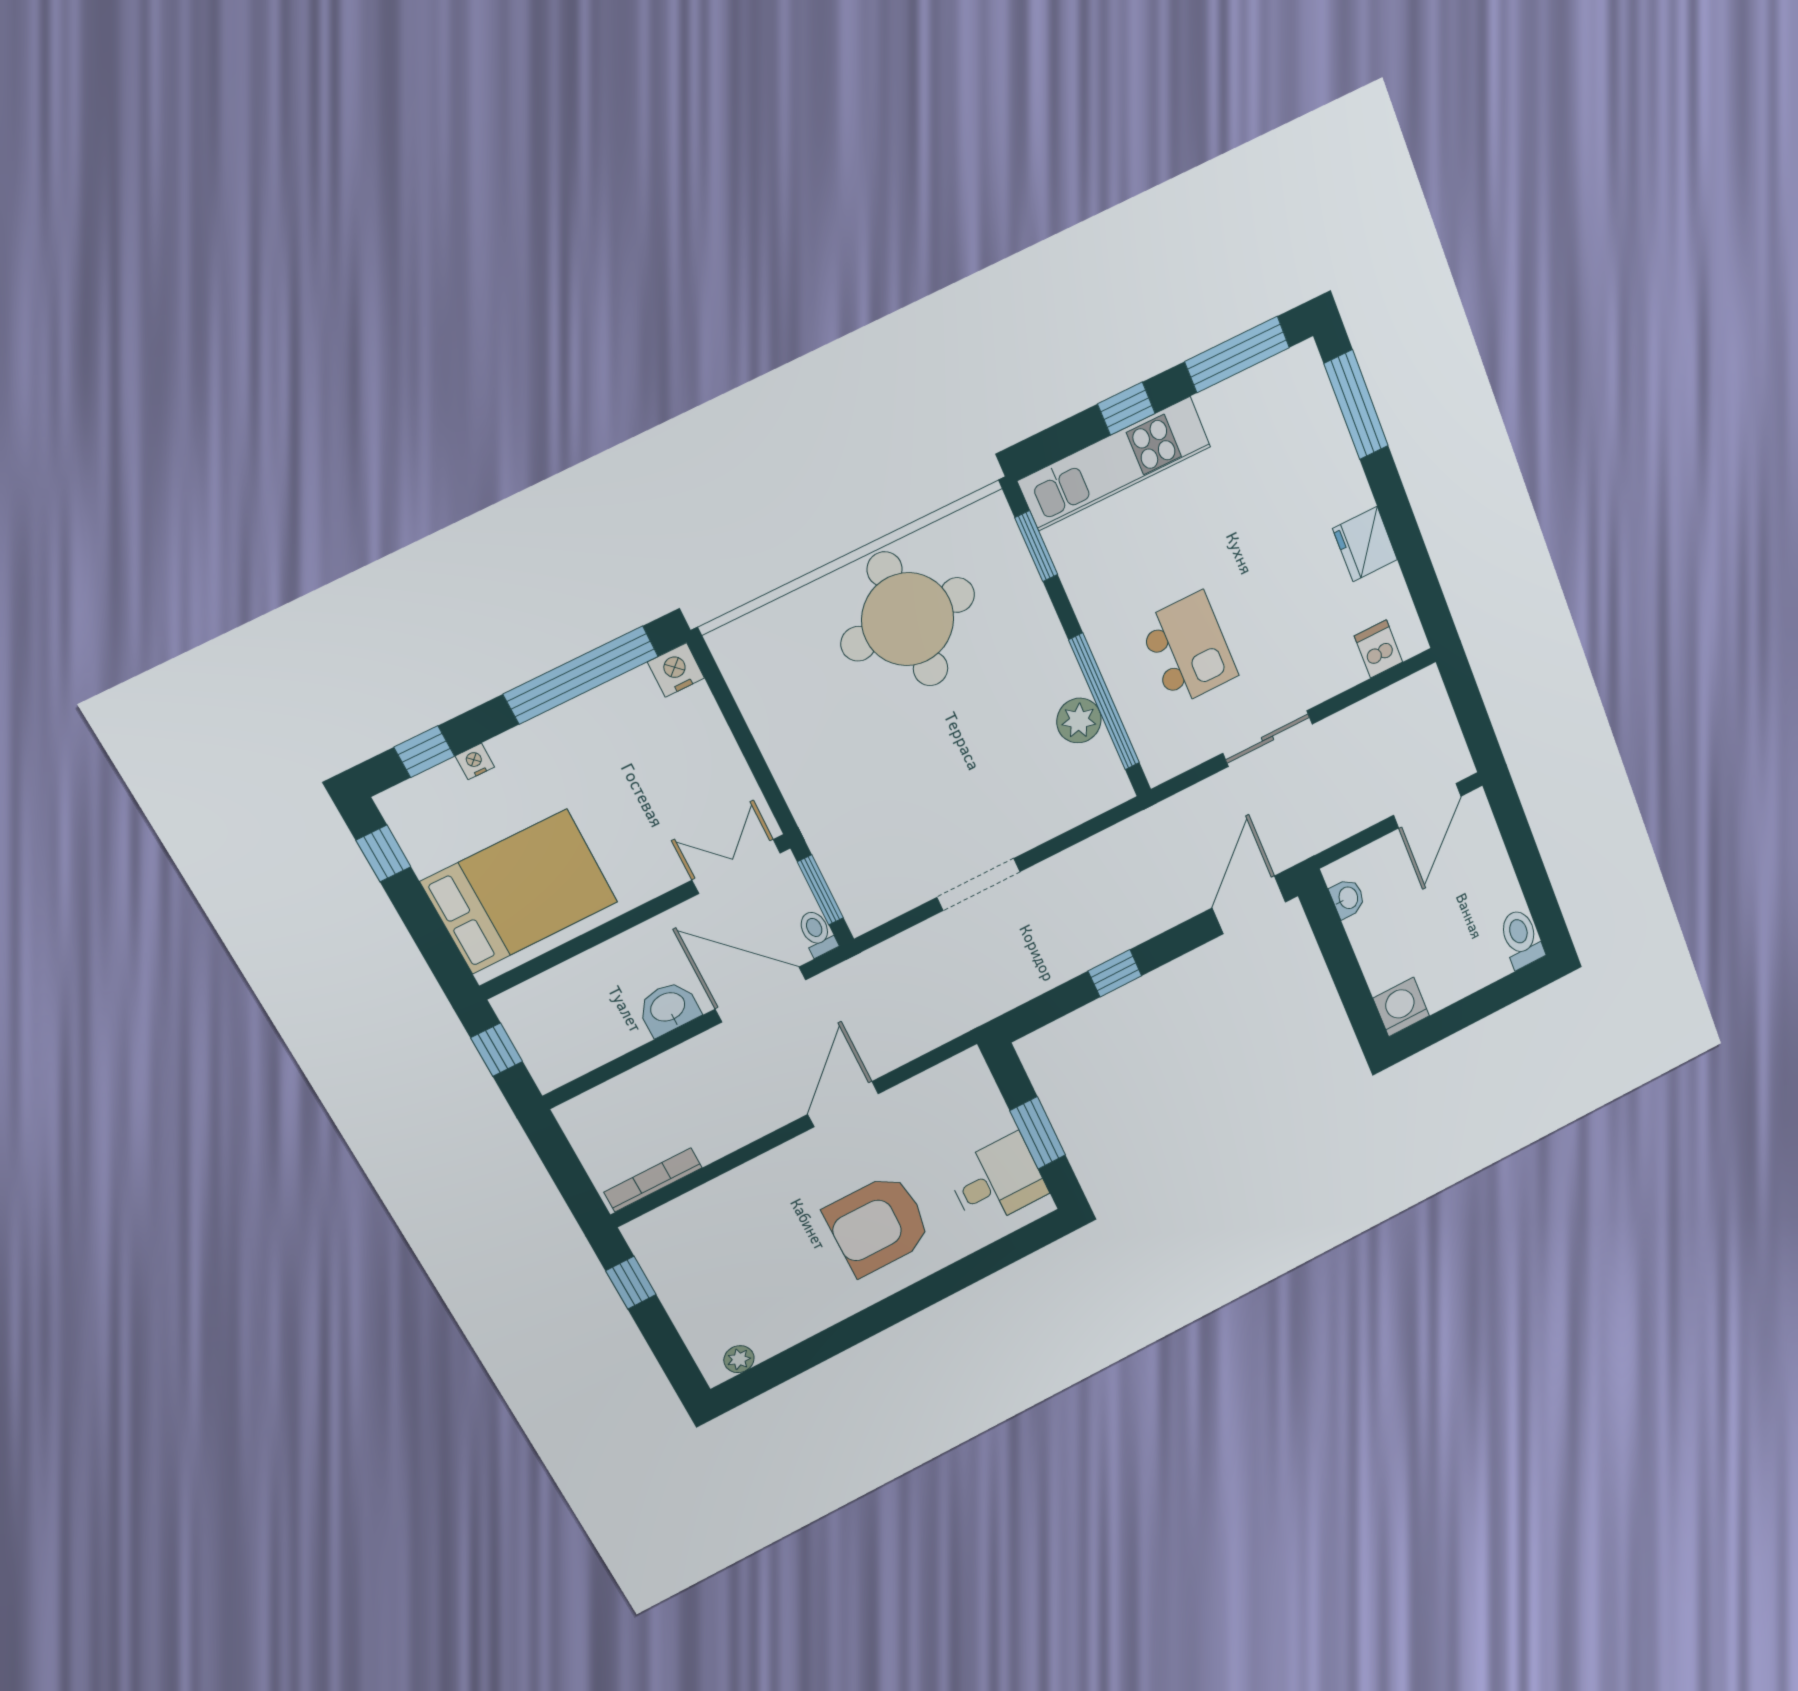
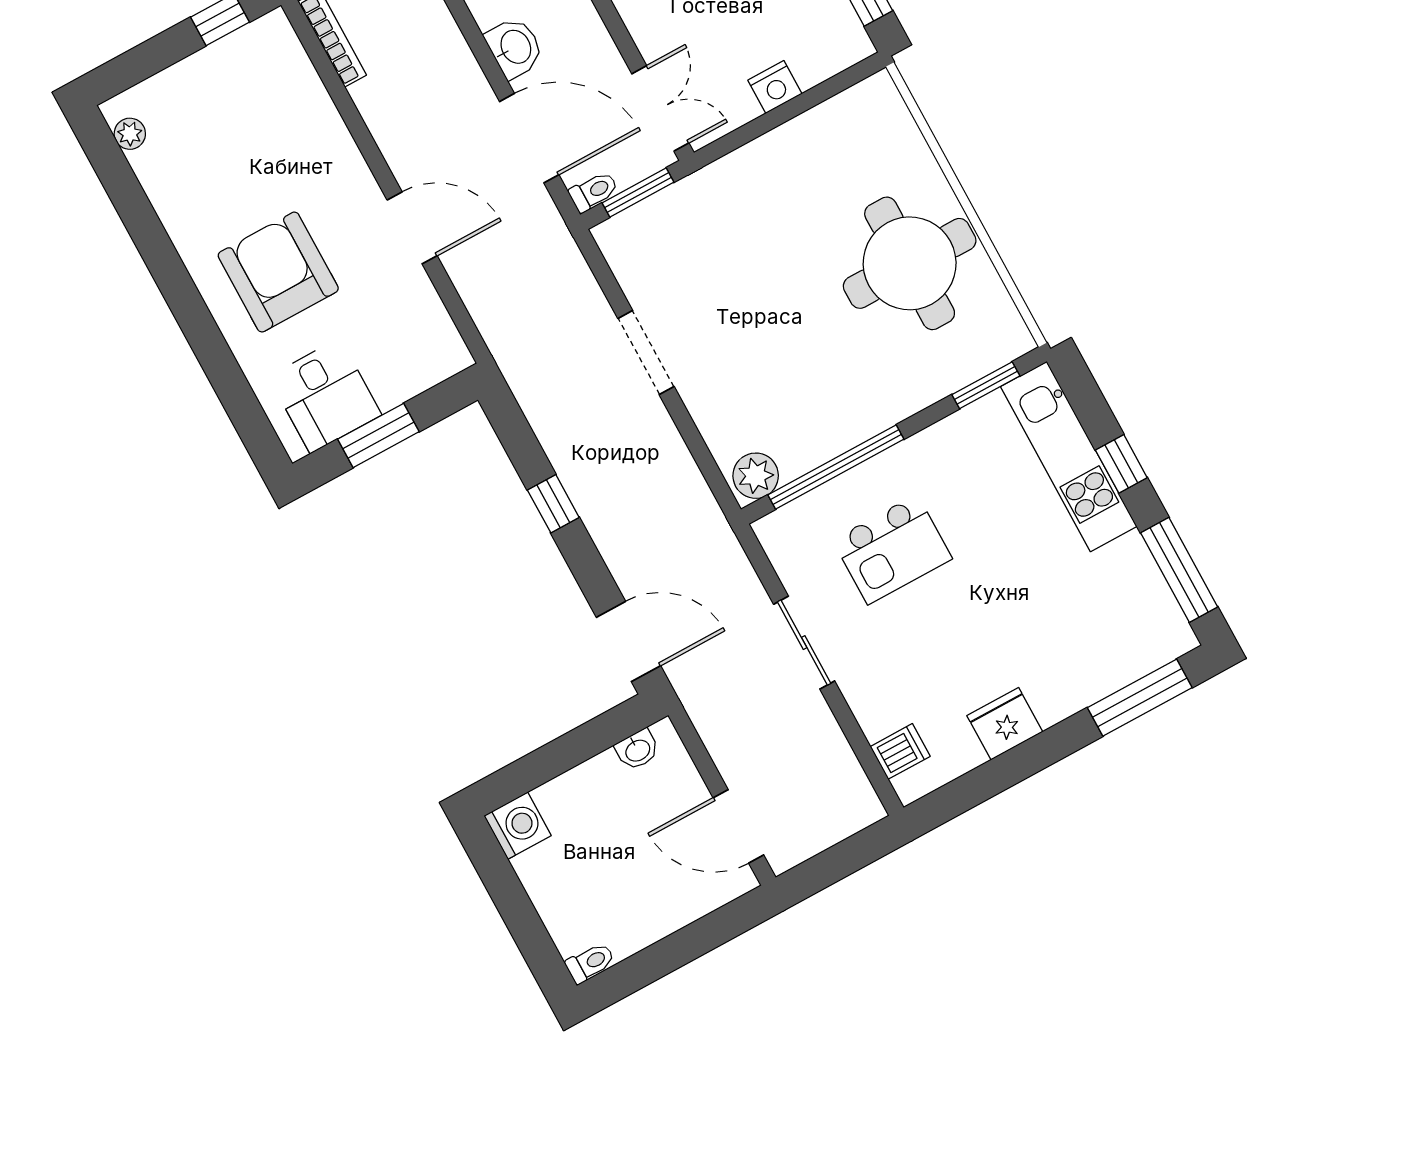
nightstand: (676, 670) -> (775, 87), moved, turned 90
plant: (1079, 721) -> (756, 476), moved
toilet: (1521, 938) -> (590, 963), width x0.73, depth x0.72
door: (761, 994) -> (529, 138), hinge flipped

